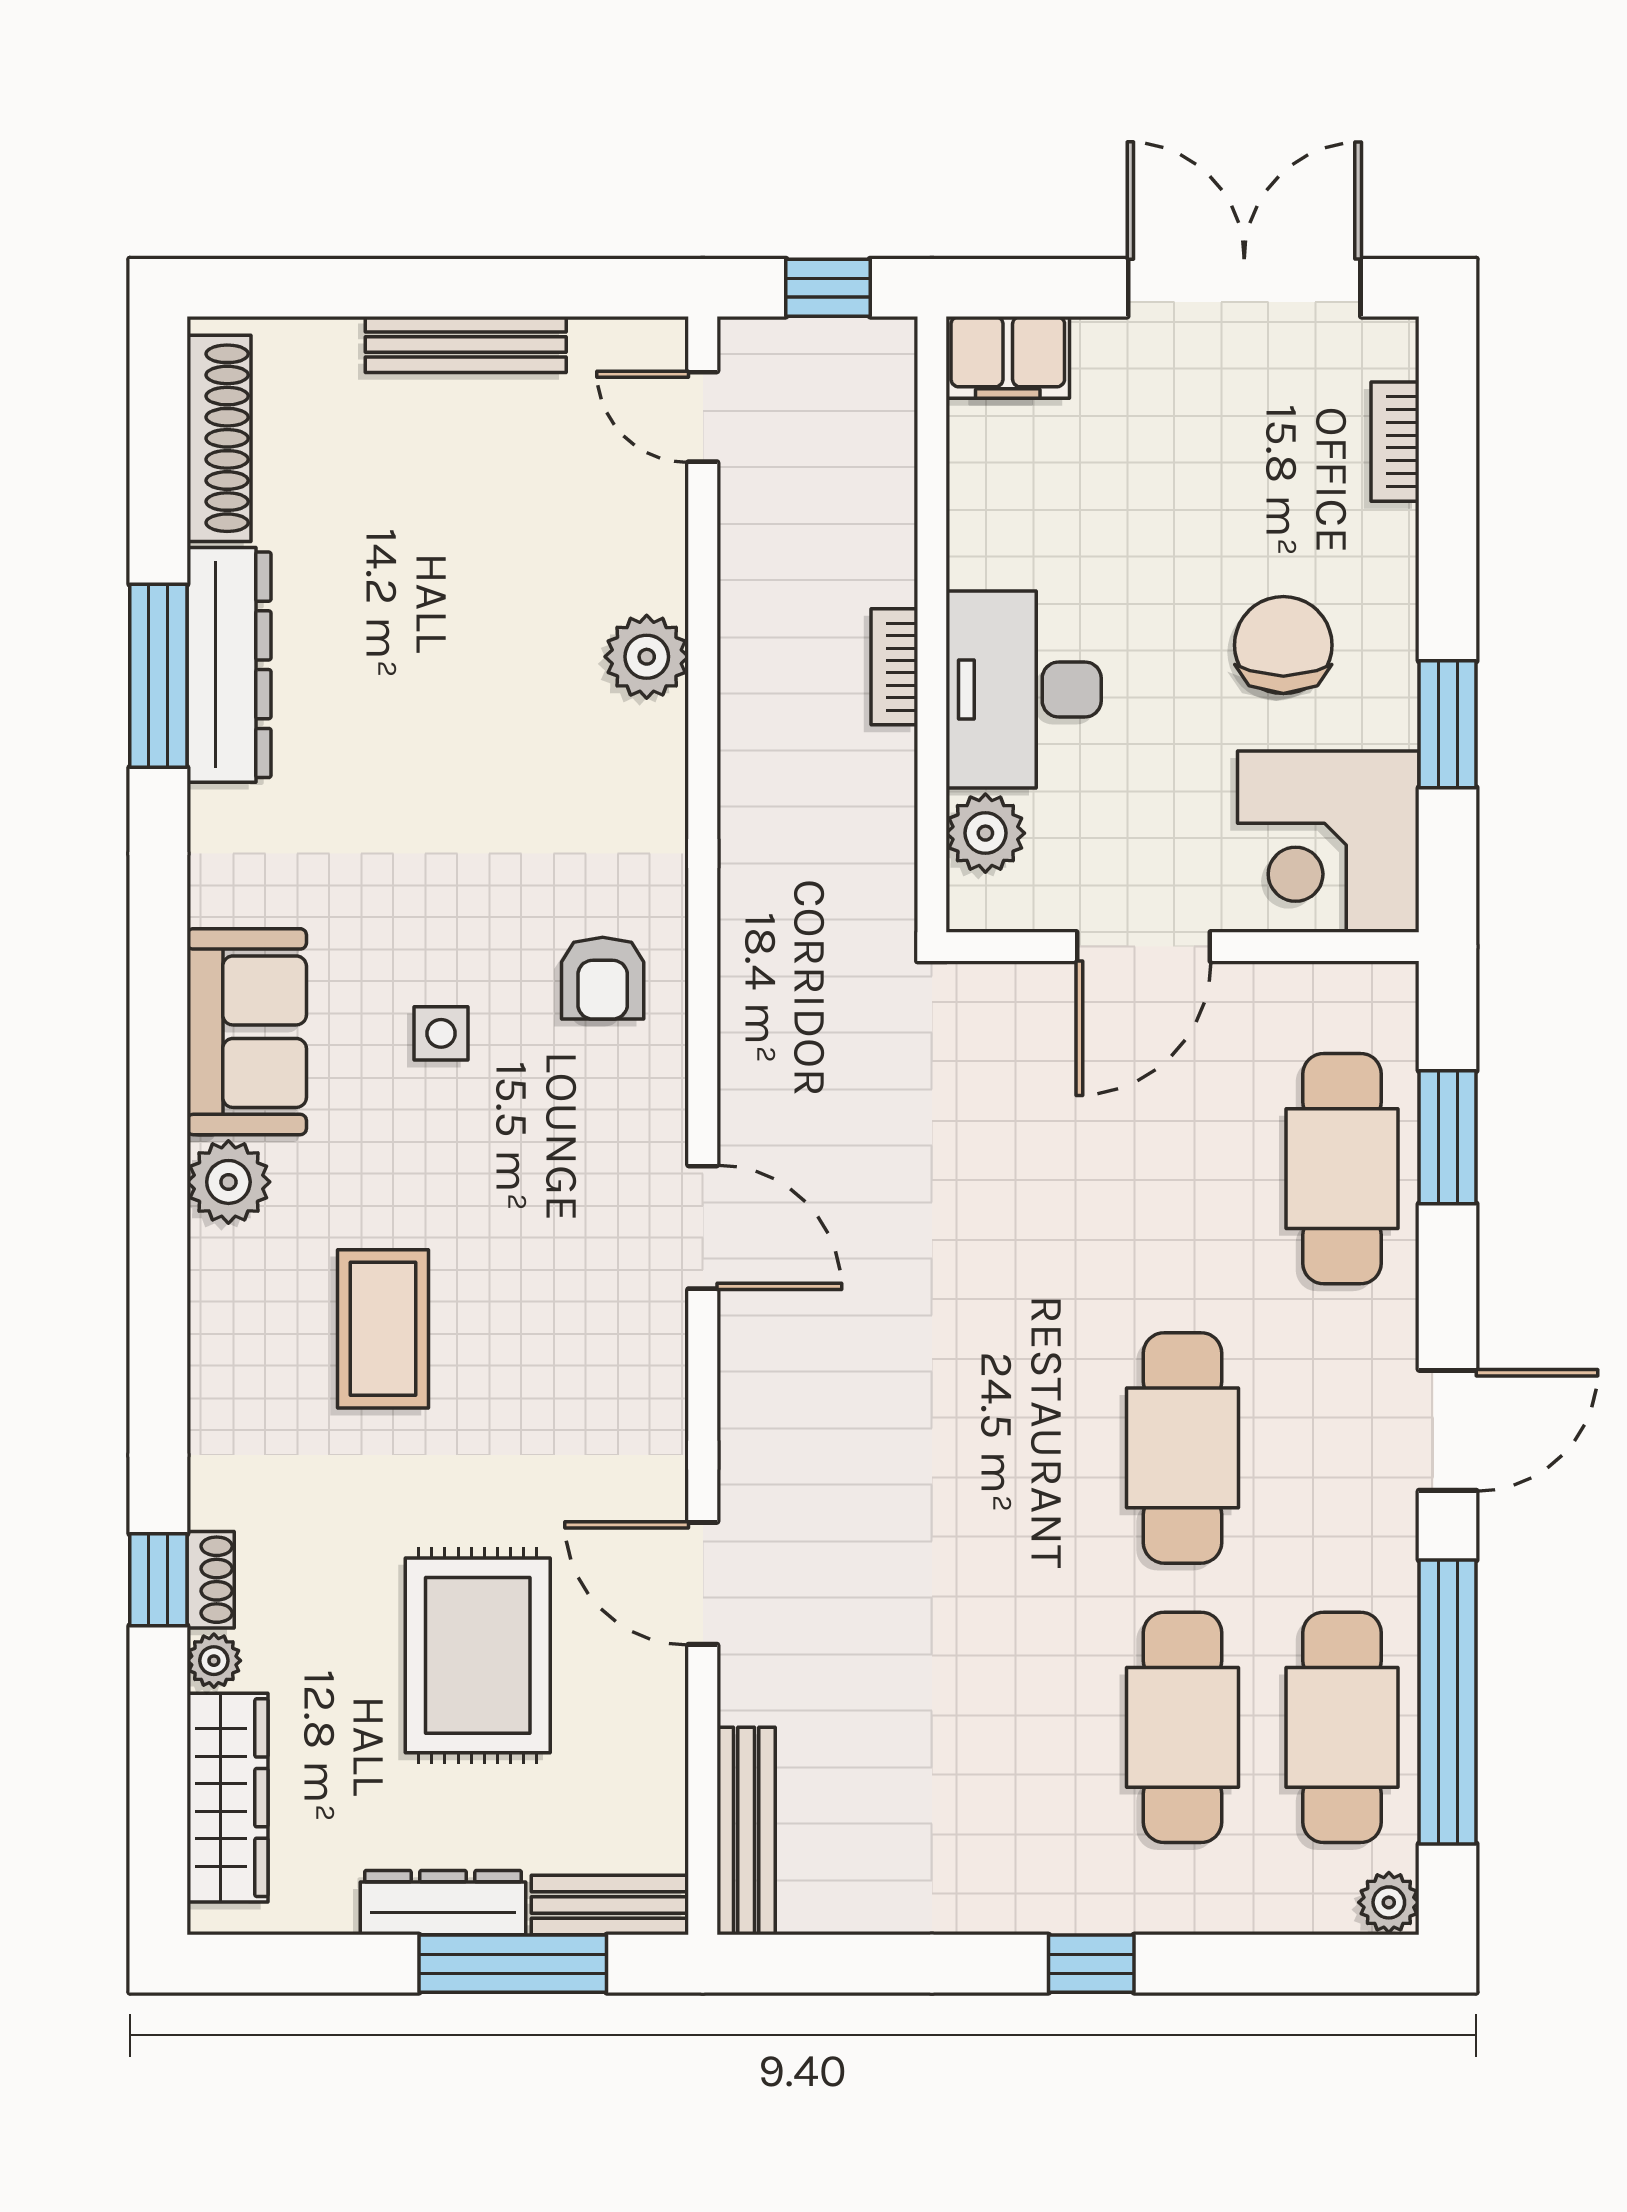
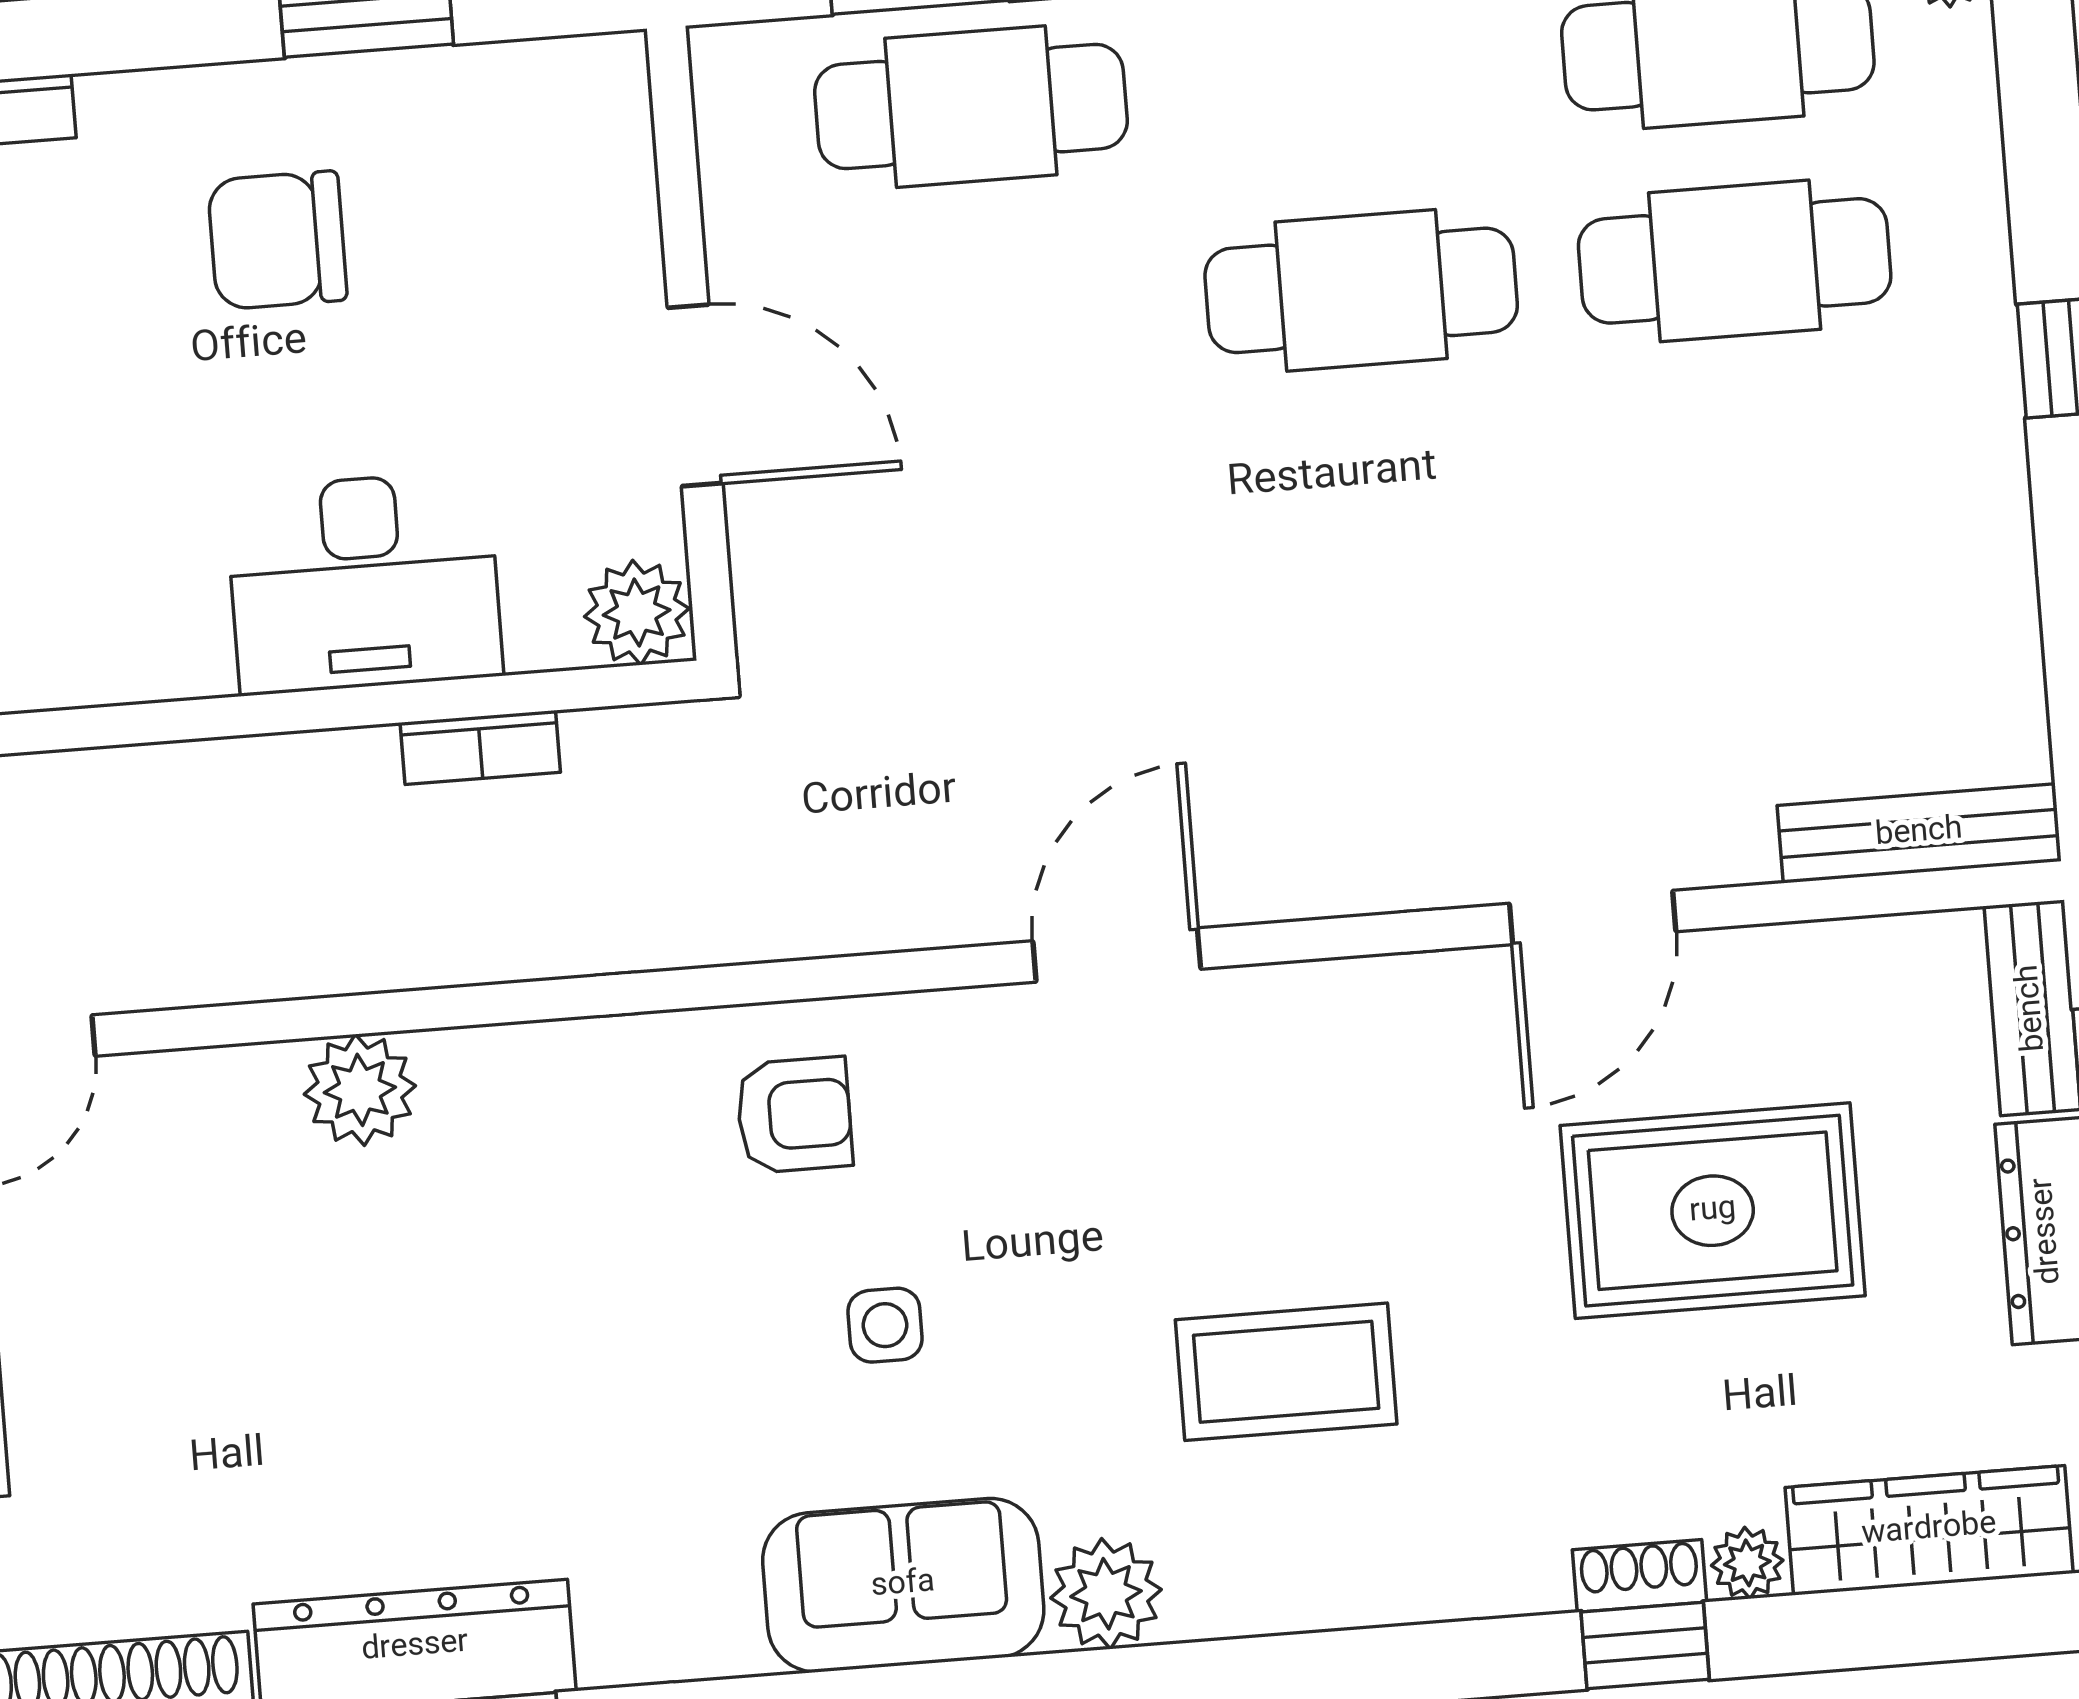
bookcase: (894, 667) -> (480, 747), moved
plant: (985, 833) -> (637, 612), moved
corner desk: (1328, 842) -> (535, 159), removed

